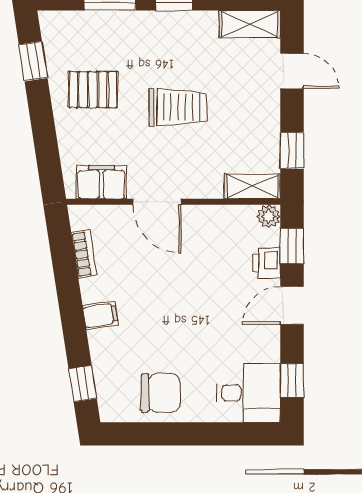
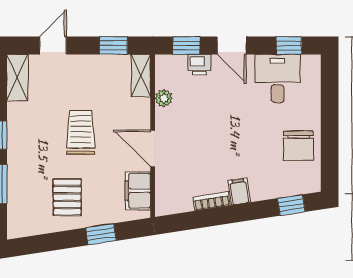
window: (33, 61) -> (101, 234), moved
door: (157, 202) -> (153, 148), swing flipped
plant: (269, 216) -> (164, 98), moved
bookcase: (84, 254) -> (212, 201), moved
chair: (160, 393) -> (298, 146), turned 180
desk: (249, 393) -> (278, 79), moved

